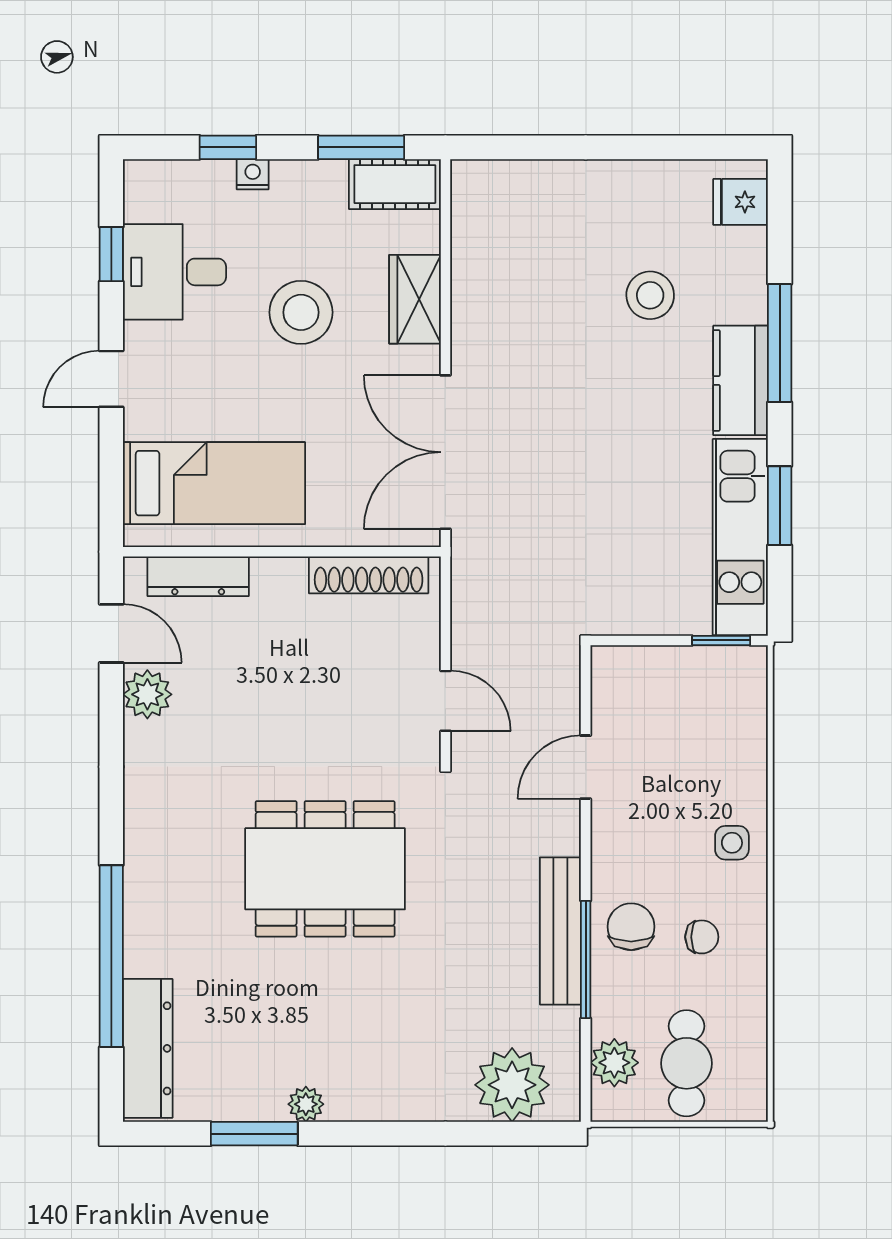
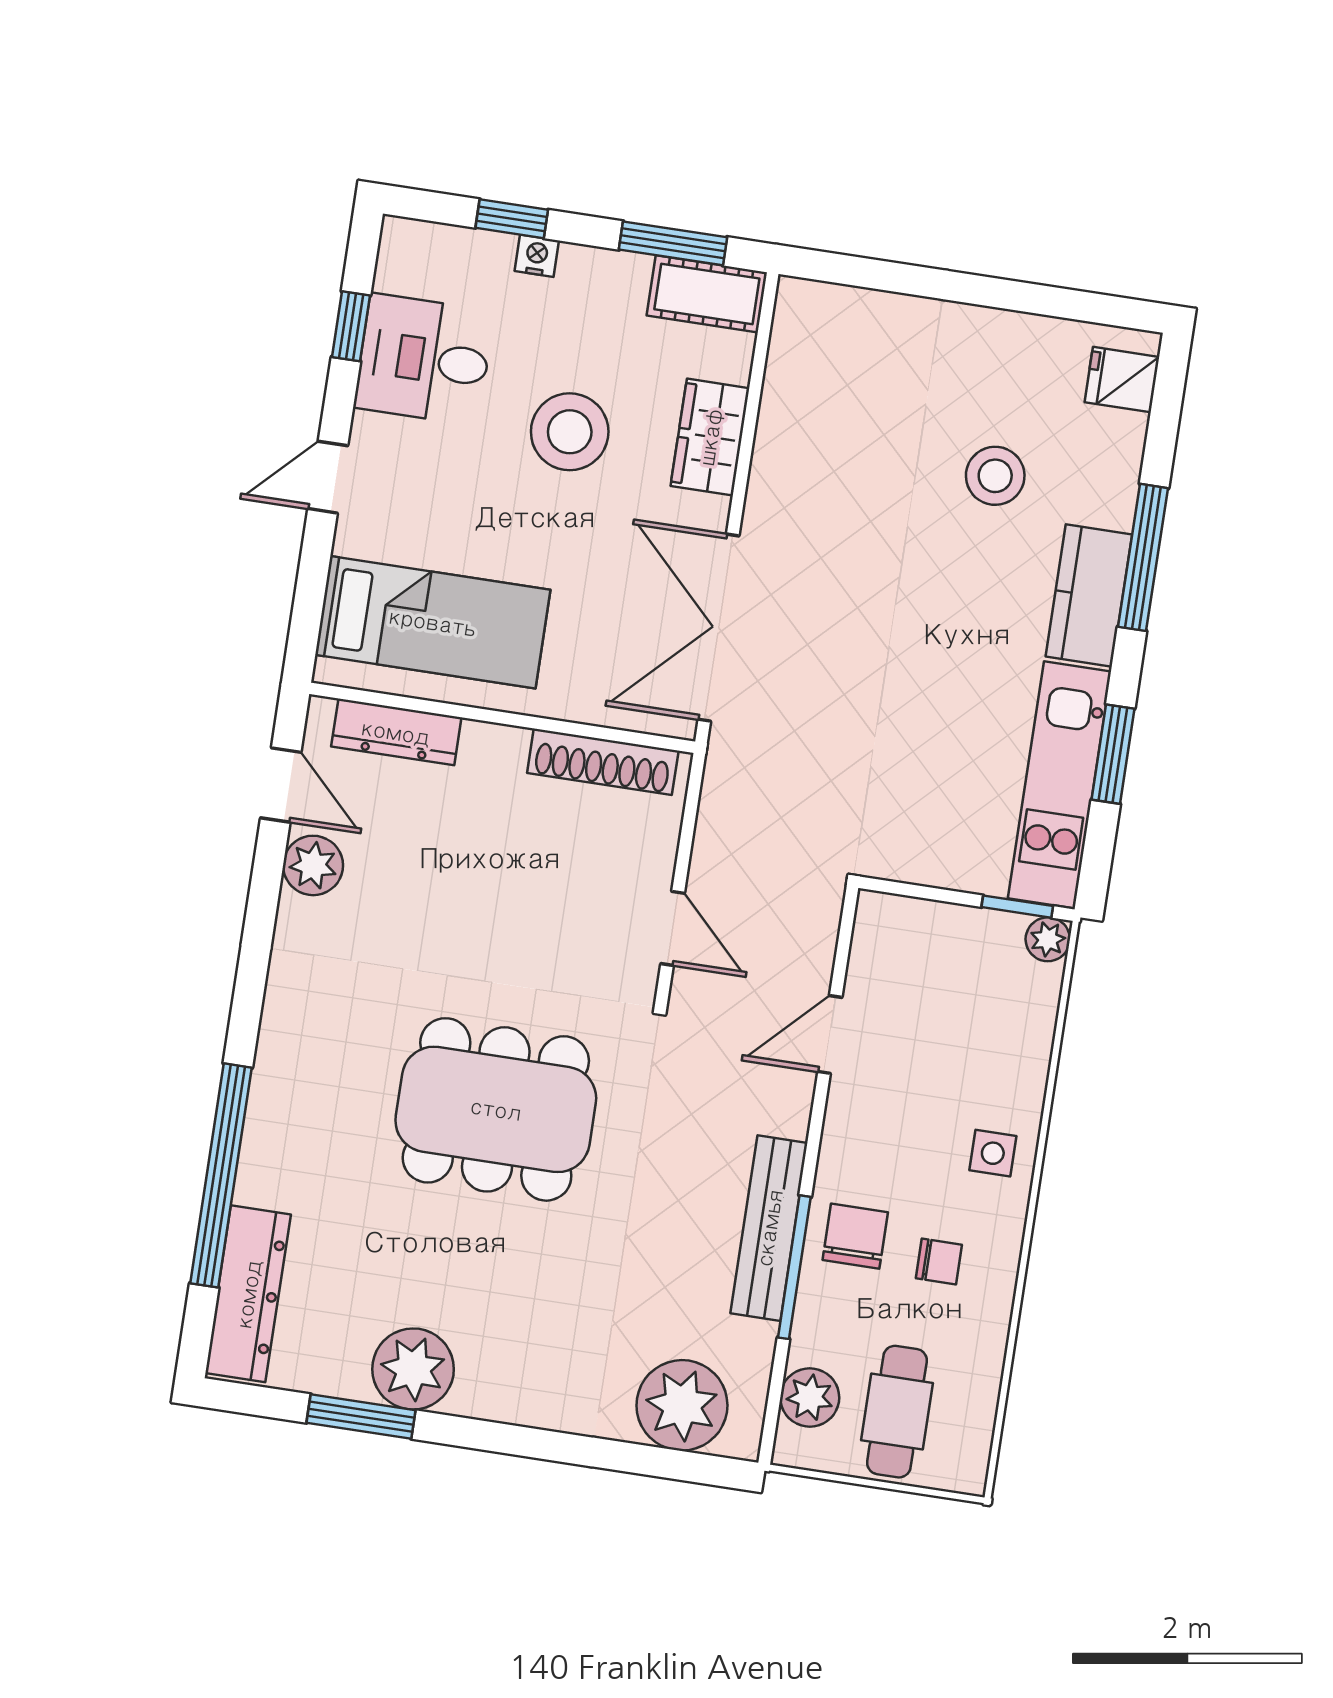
plant: (750, 663) -> (1048, 939), added
plant: (306, 1104) -> (413, 1369), width x1.87, depth x1.87

